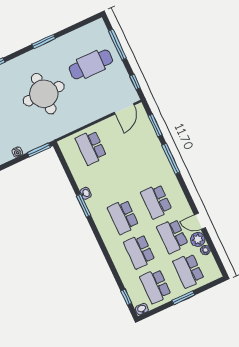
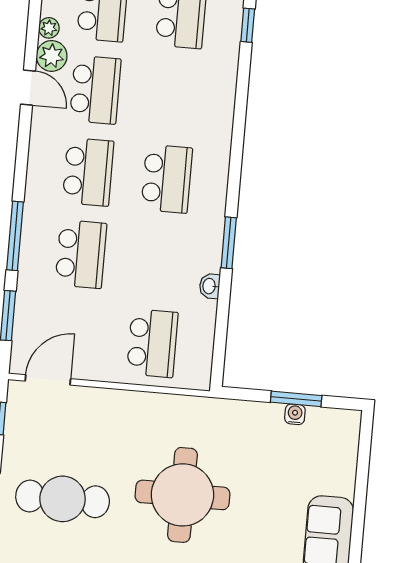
window: (39, 150) -> (296, 399), moved
washbasin: (86, 193) -> (210, 286), moved
school desk: (139, 251) -> (81, 254), moved

